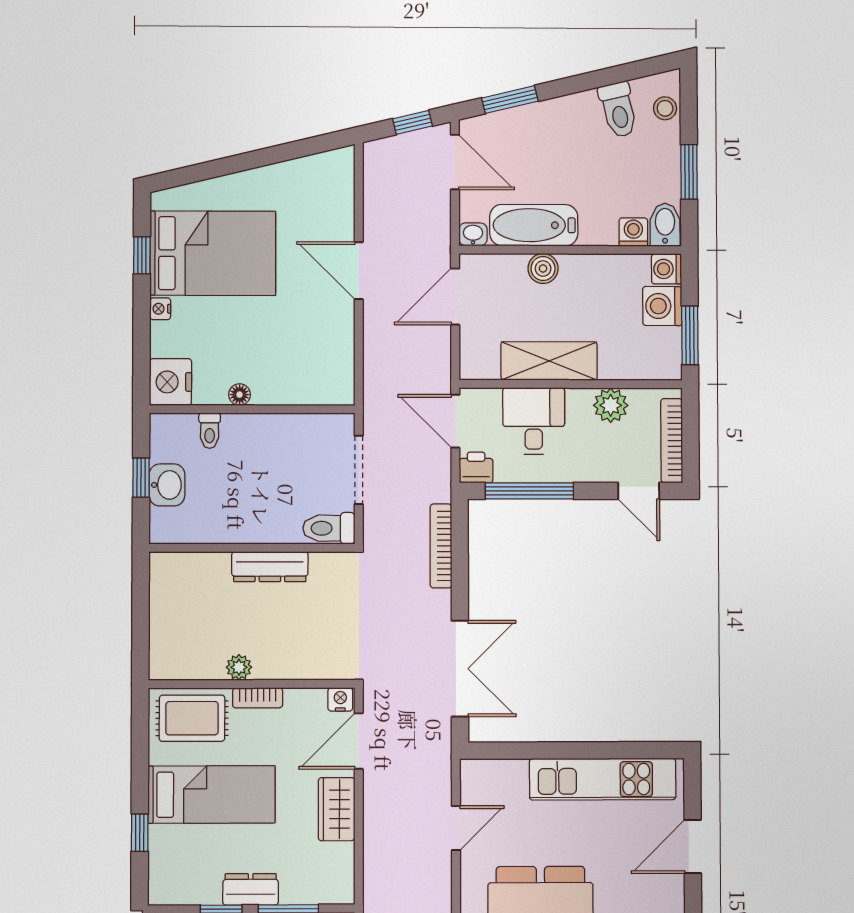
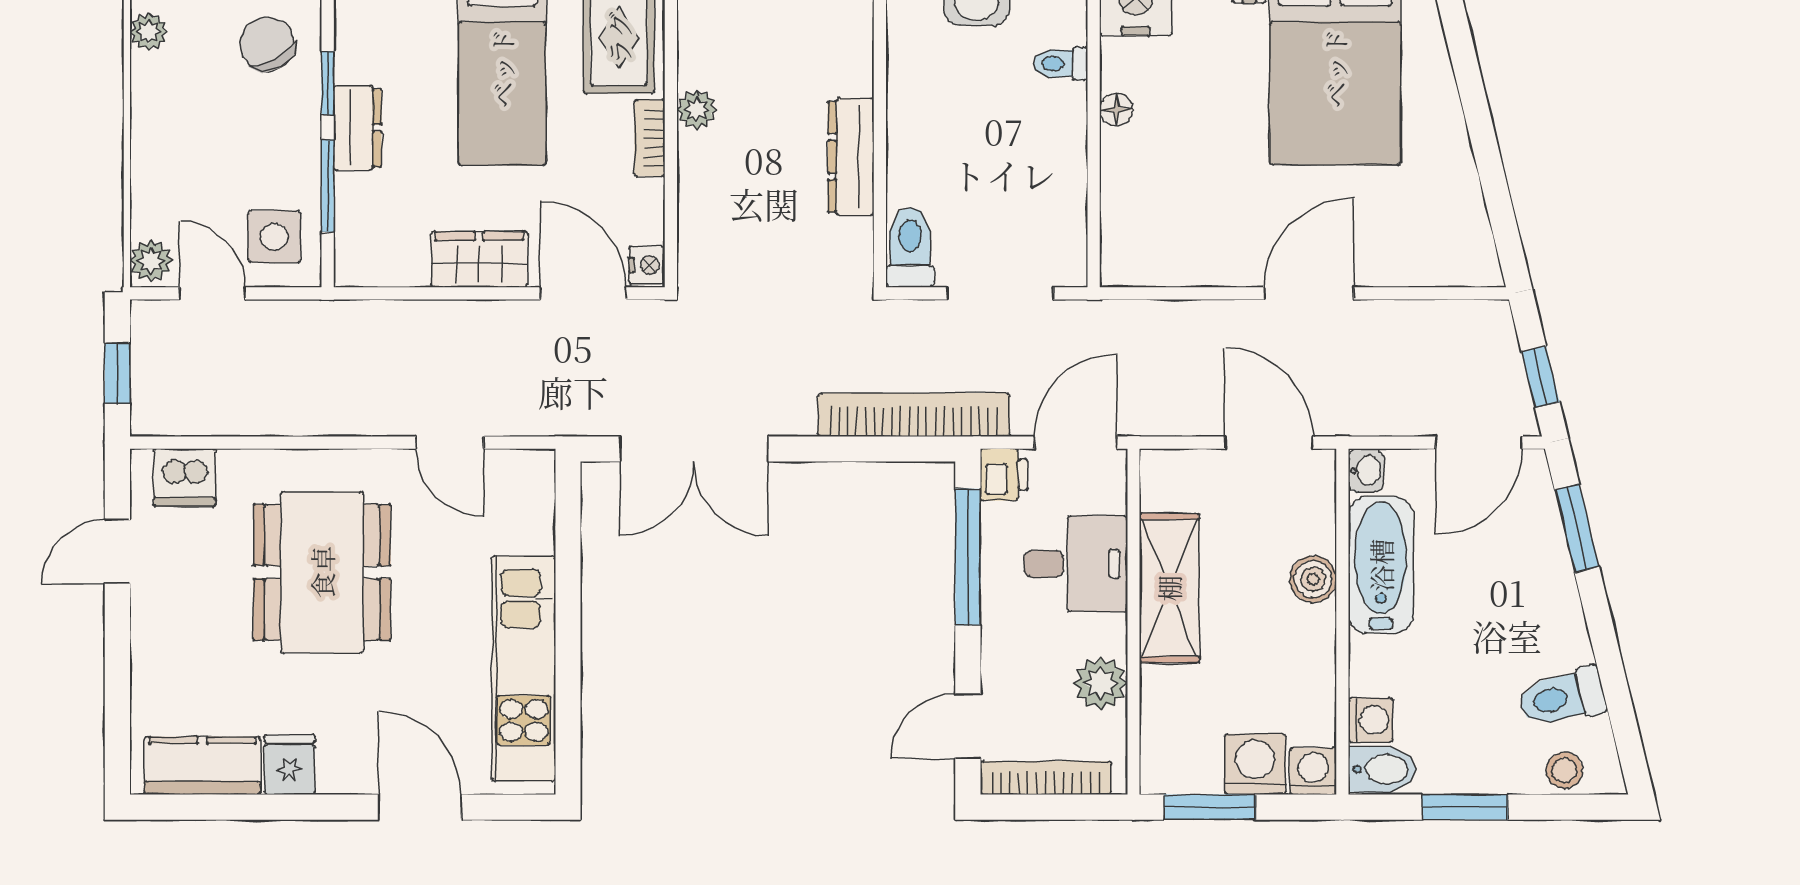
bookcase: (441, 546) -> (914, 415), width x1.48, depth x1.31

